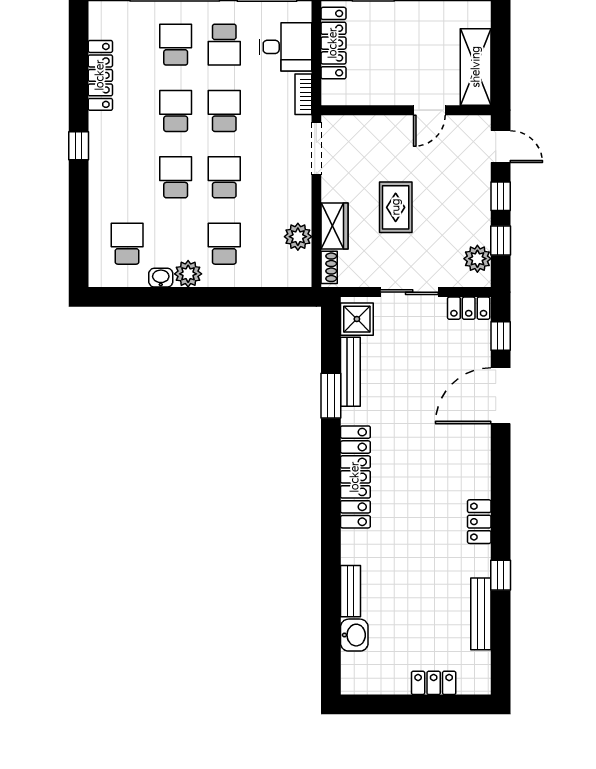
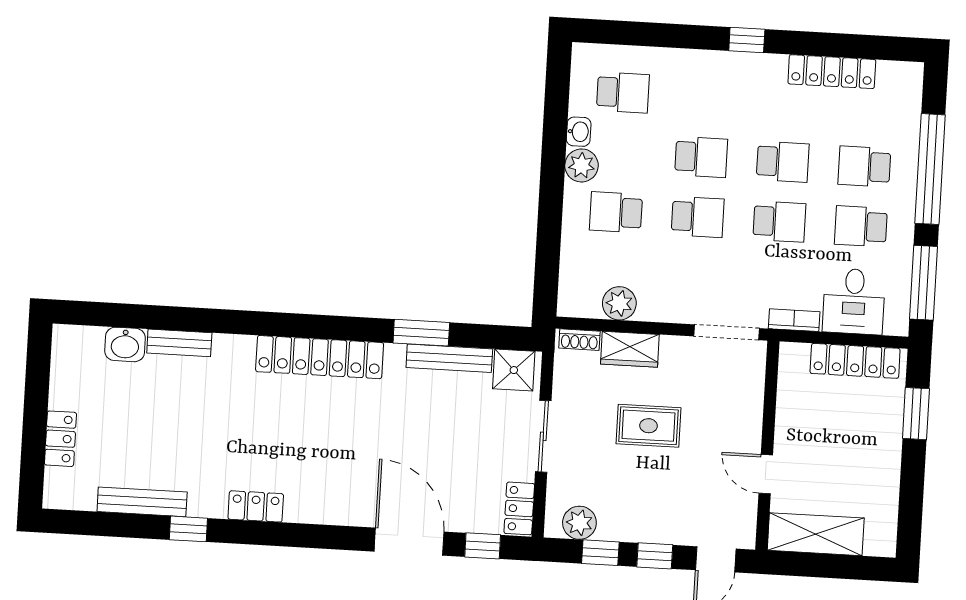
school desk: (176, 45) -> (864, 166), turned 180
school desk: (224, 244) -> (616, 212), turned 180

